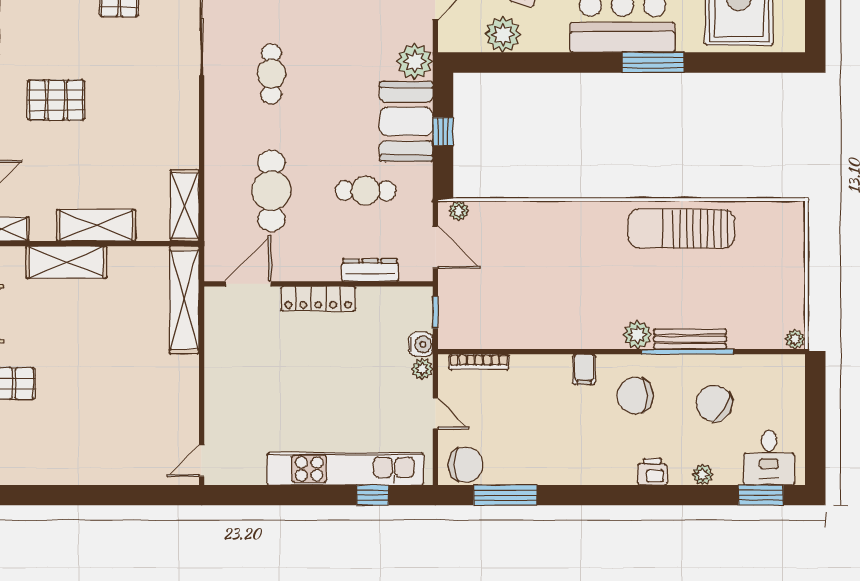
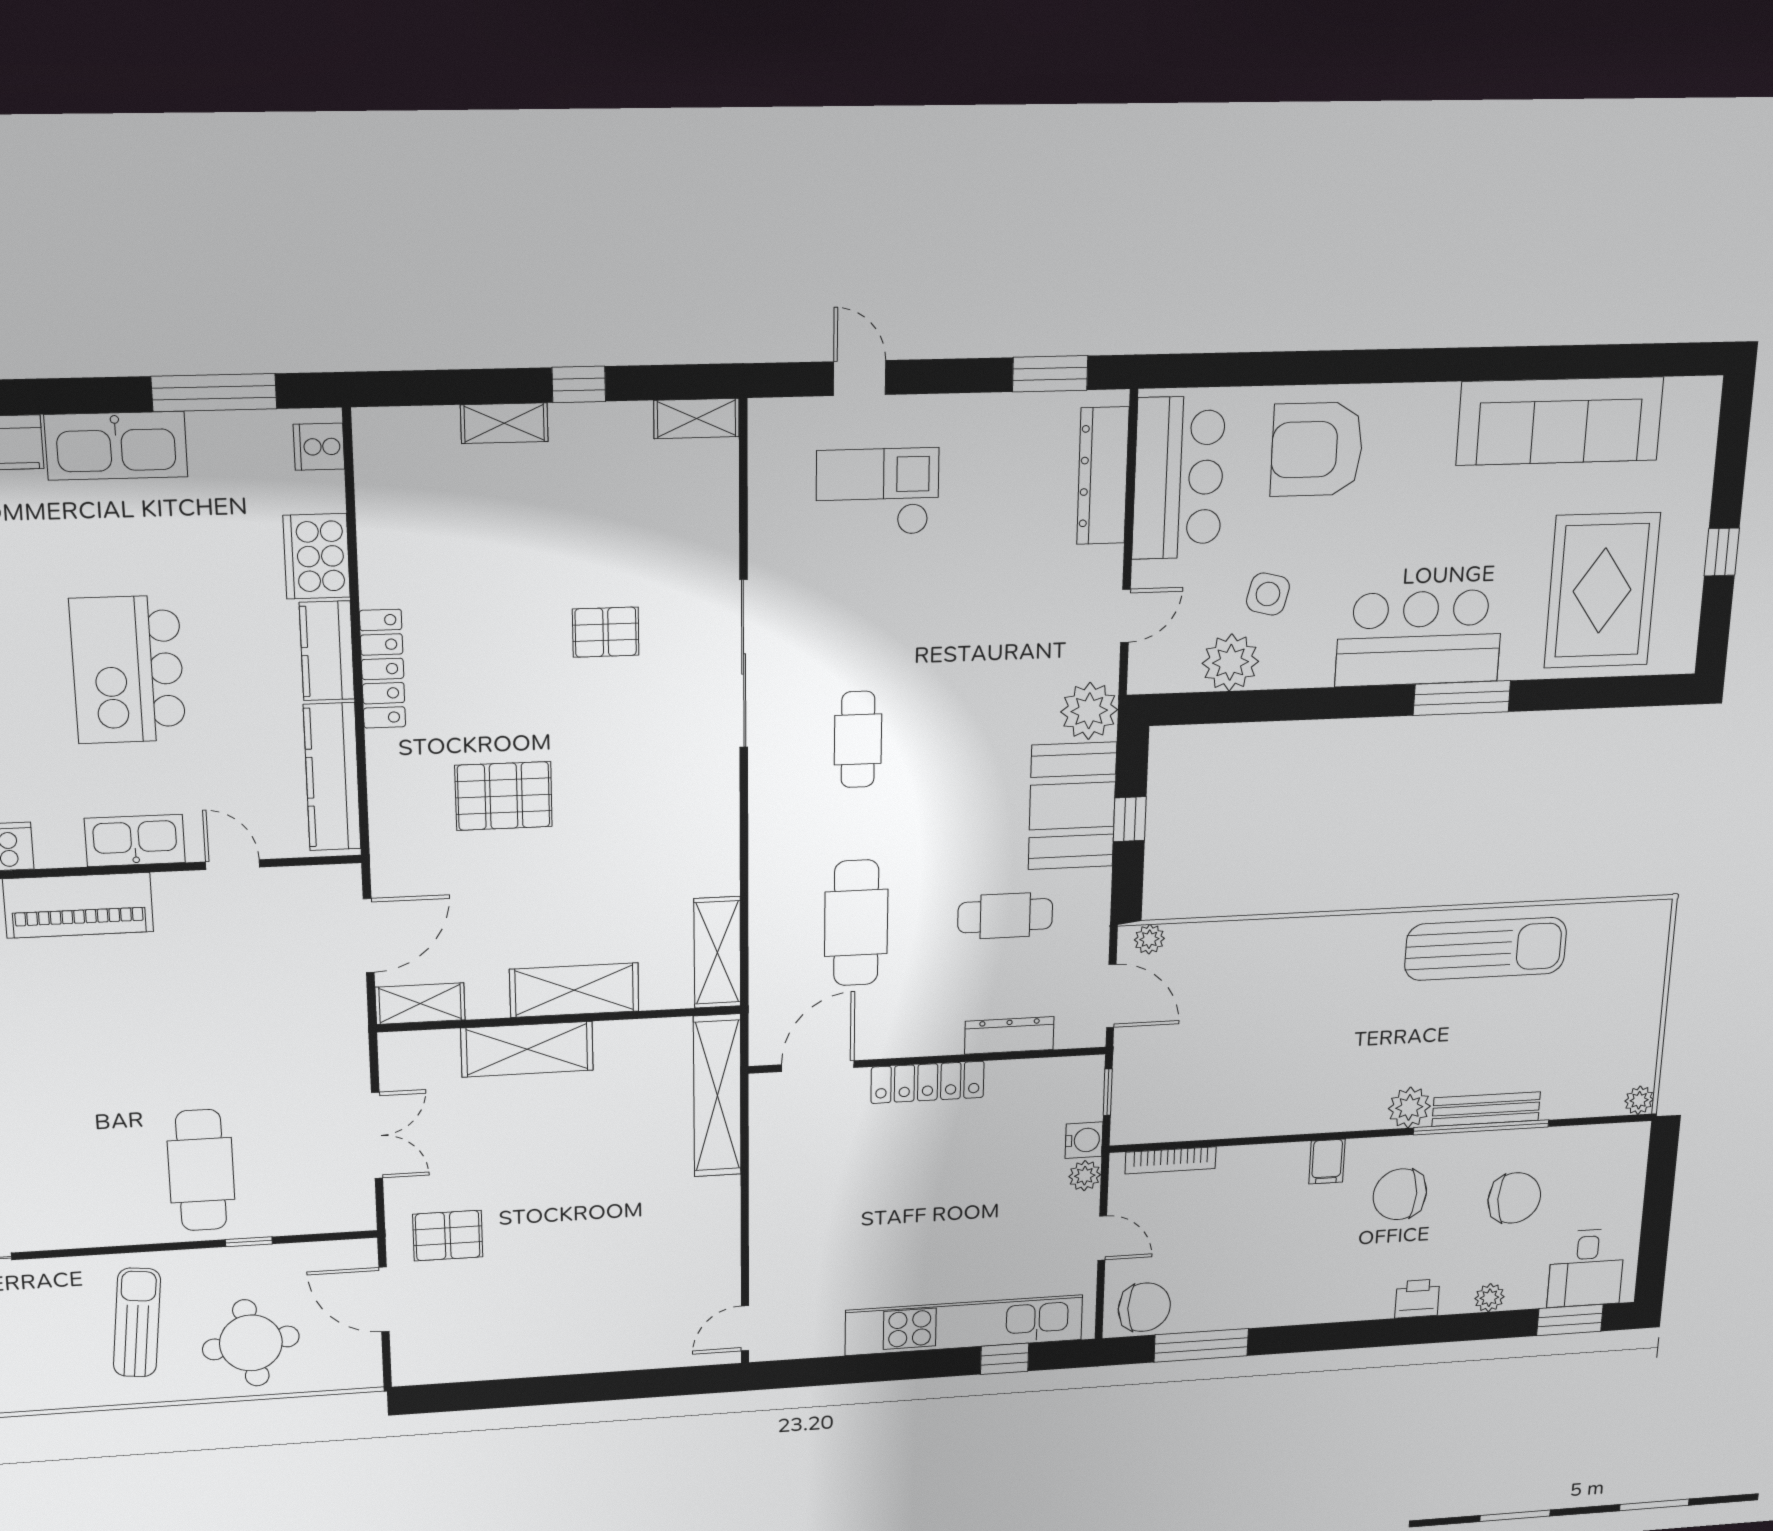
sun lounger: (681, 229) -> (1486, 949), turned 180
chair: (714, 403) -> (1514, 1198), turned 149

